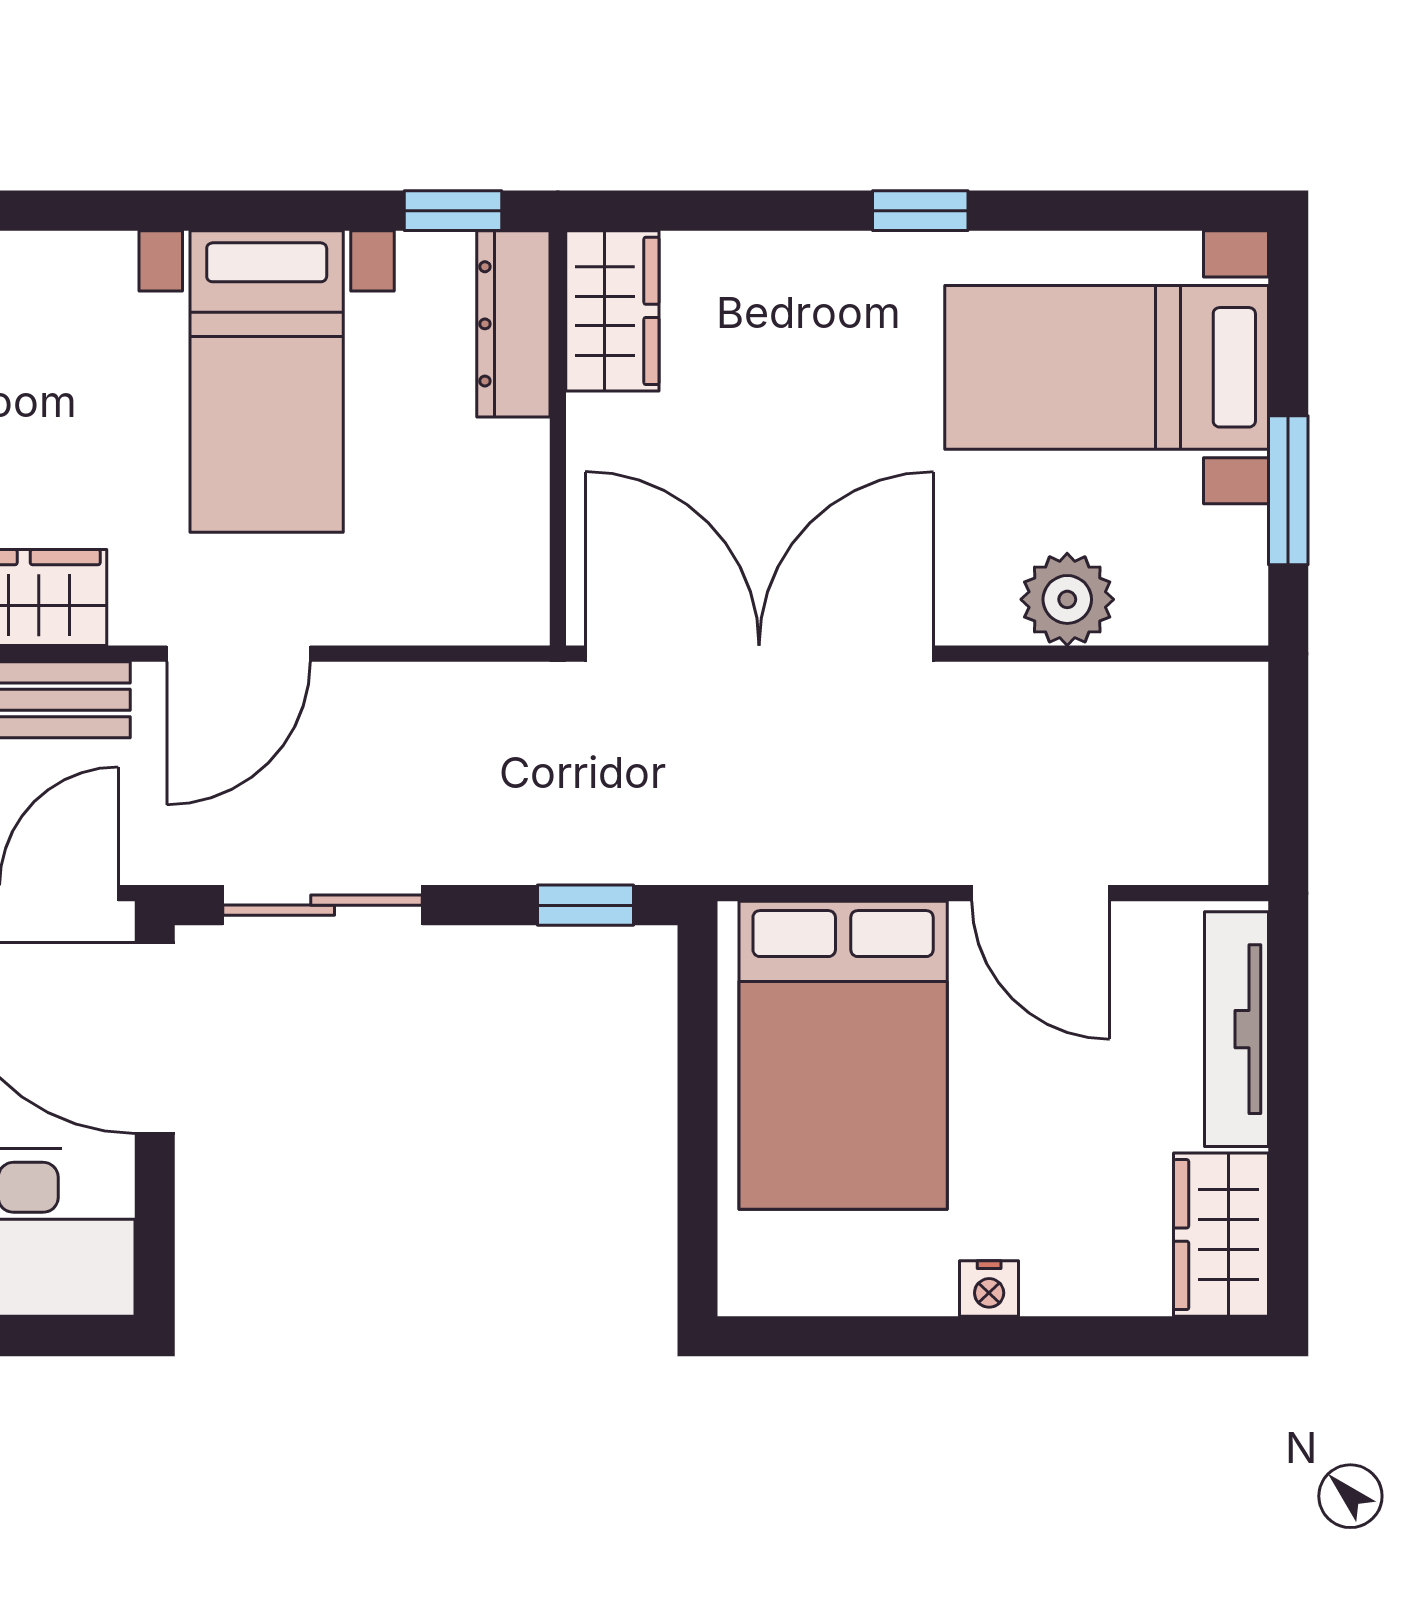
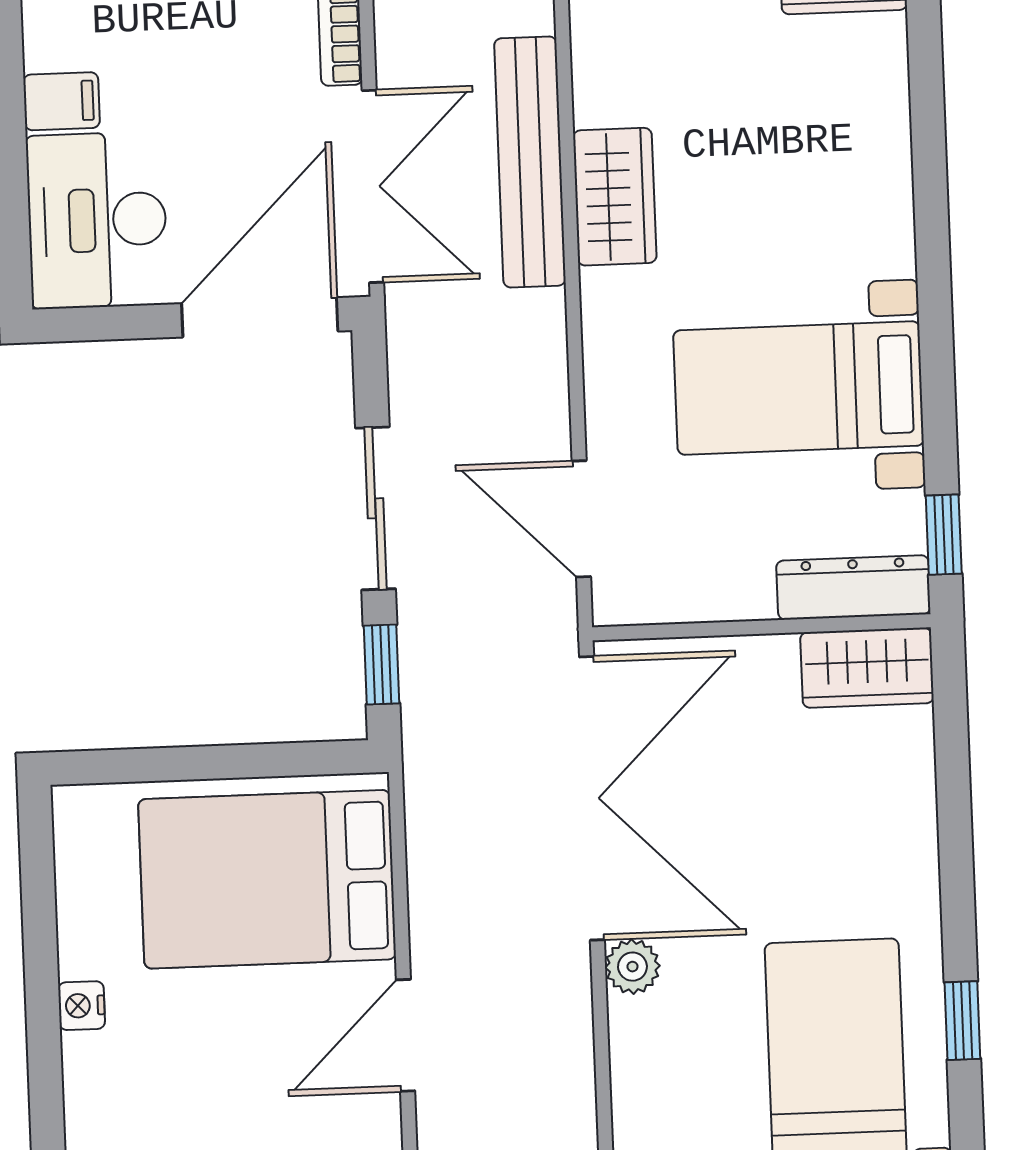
window: (920, 211) -> (962, 1021), moved
plant: (1067, 599) -> (632, 967), moved, width x0.73, depth x0.73
door: (239, 654) -> (581, 519), moved
sliding door: (323, 905) -> (376, 508), moved

